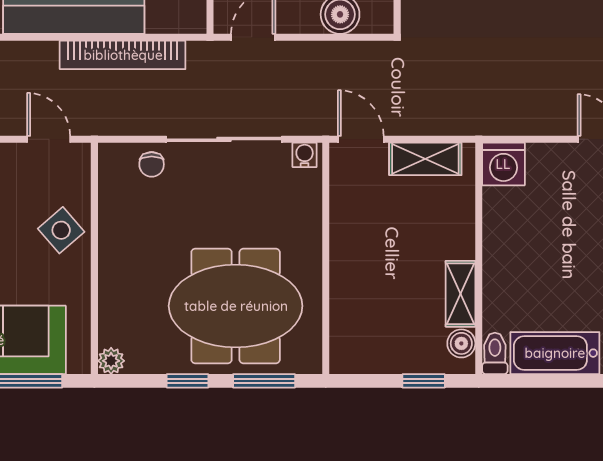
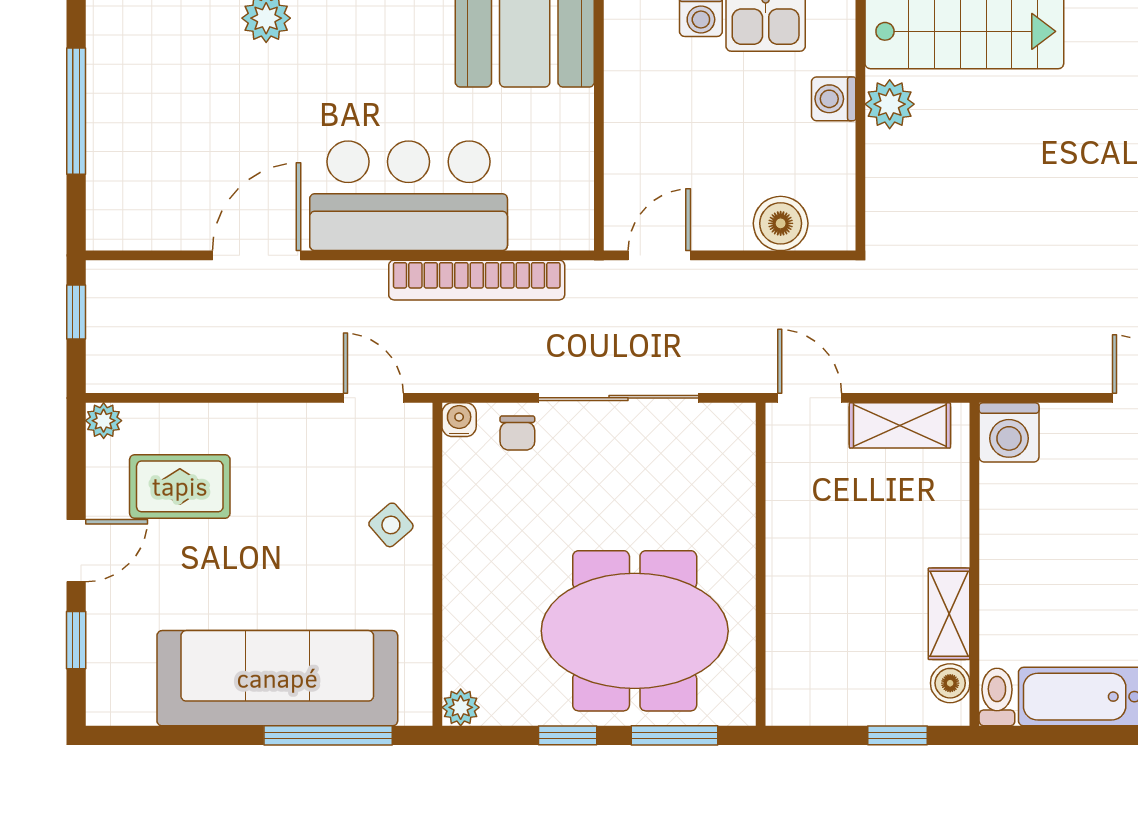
water cooler: (305, 155) -> (459, 420), moved
side table: (61, 230) -> (391, 525), width x0.73, depth x0.73

